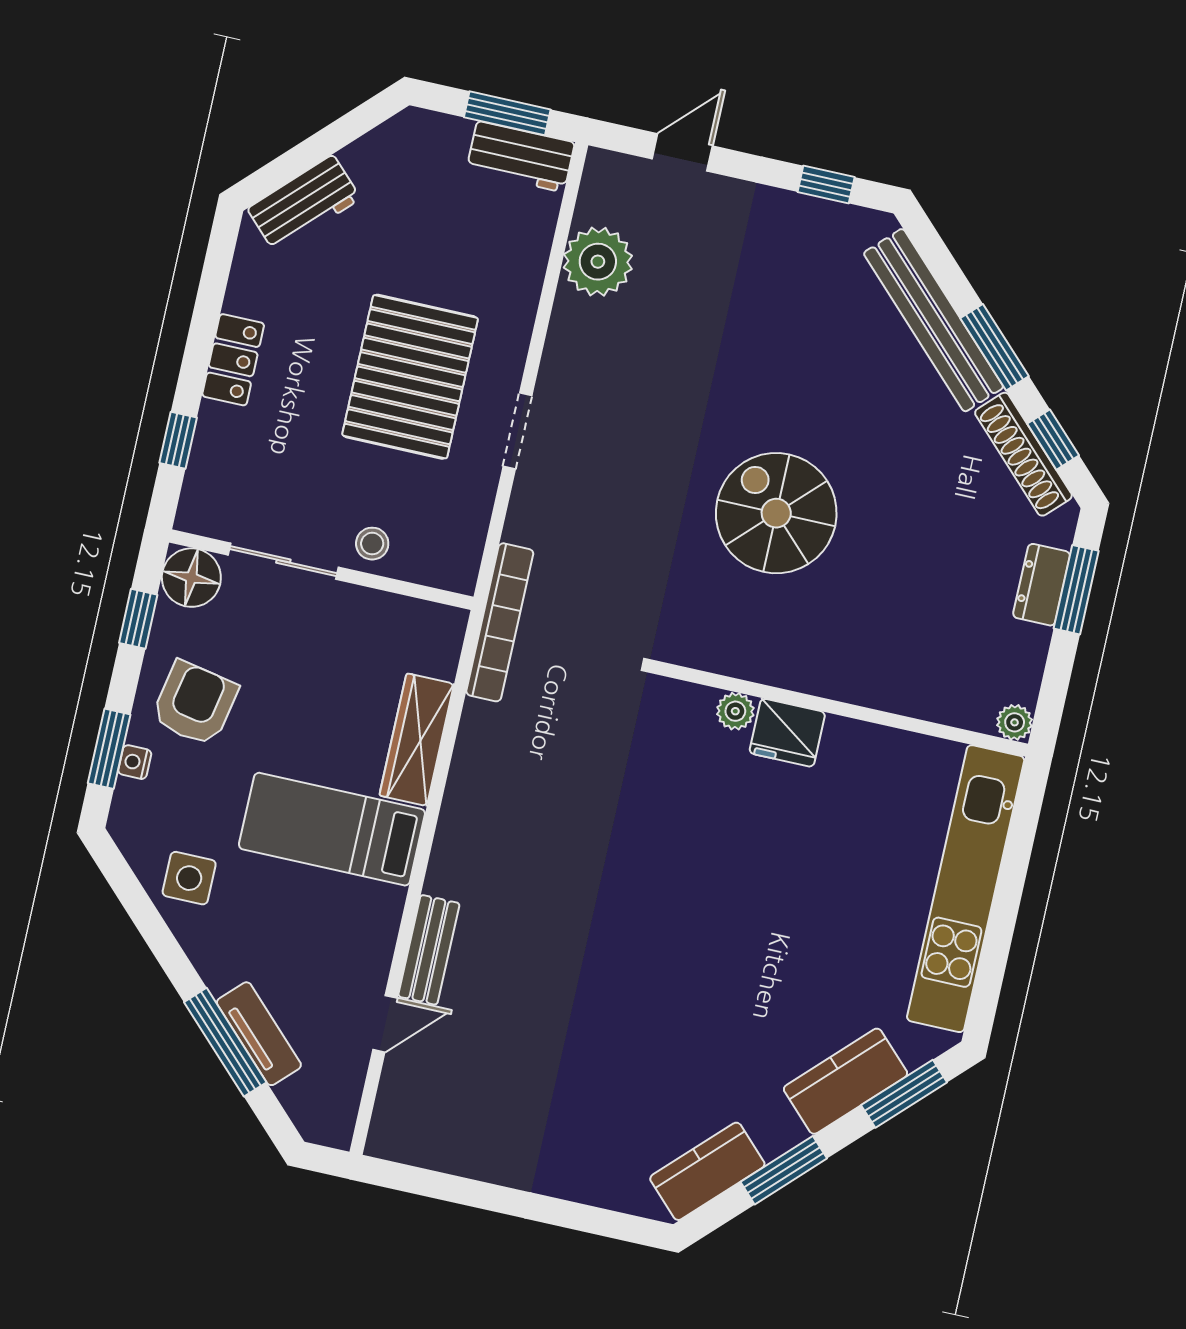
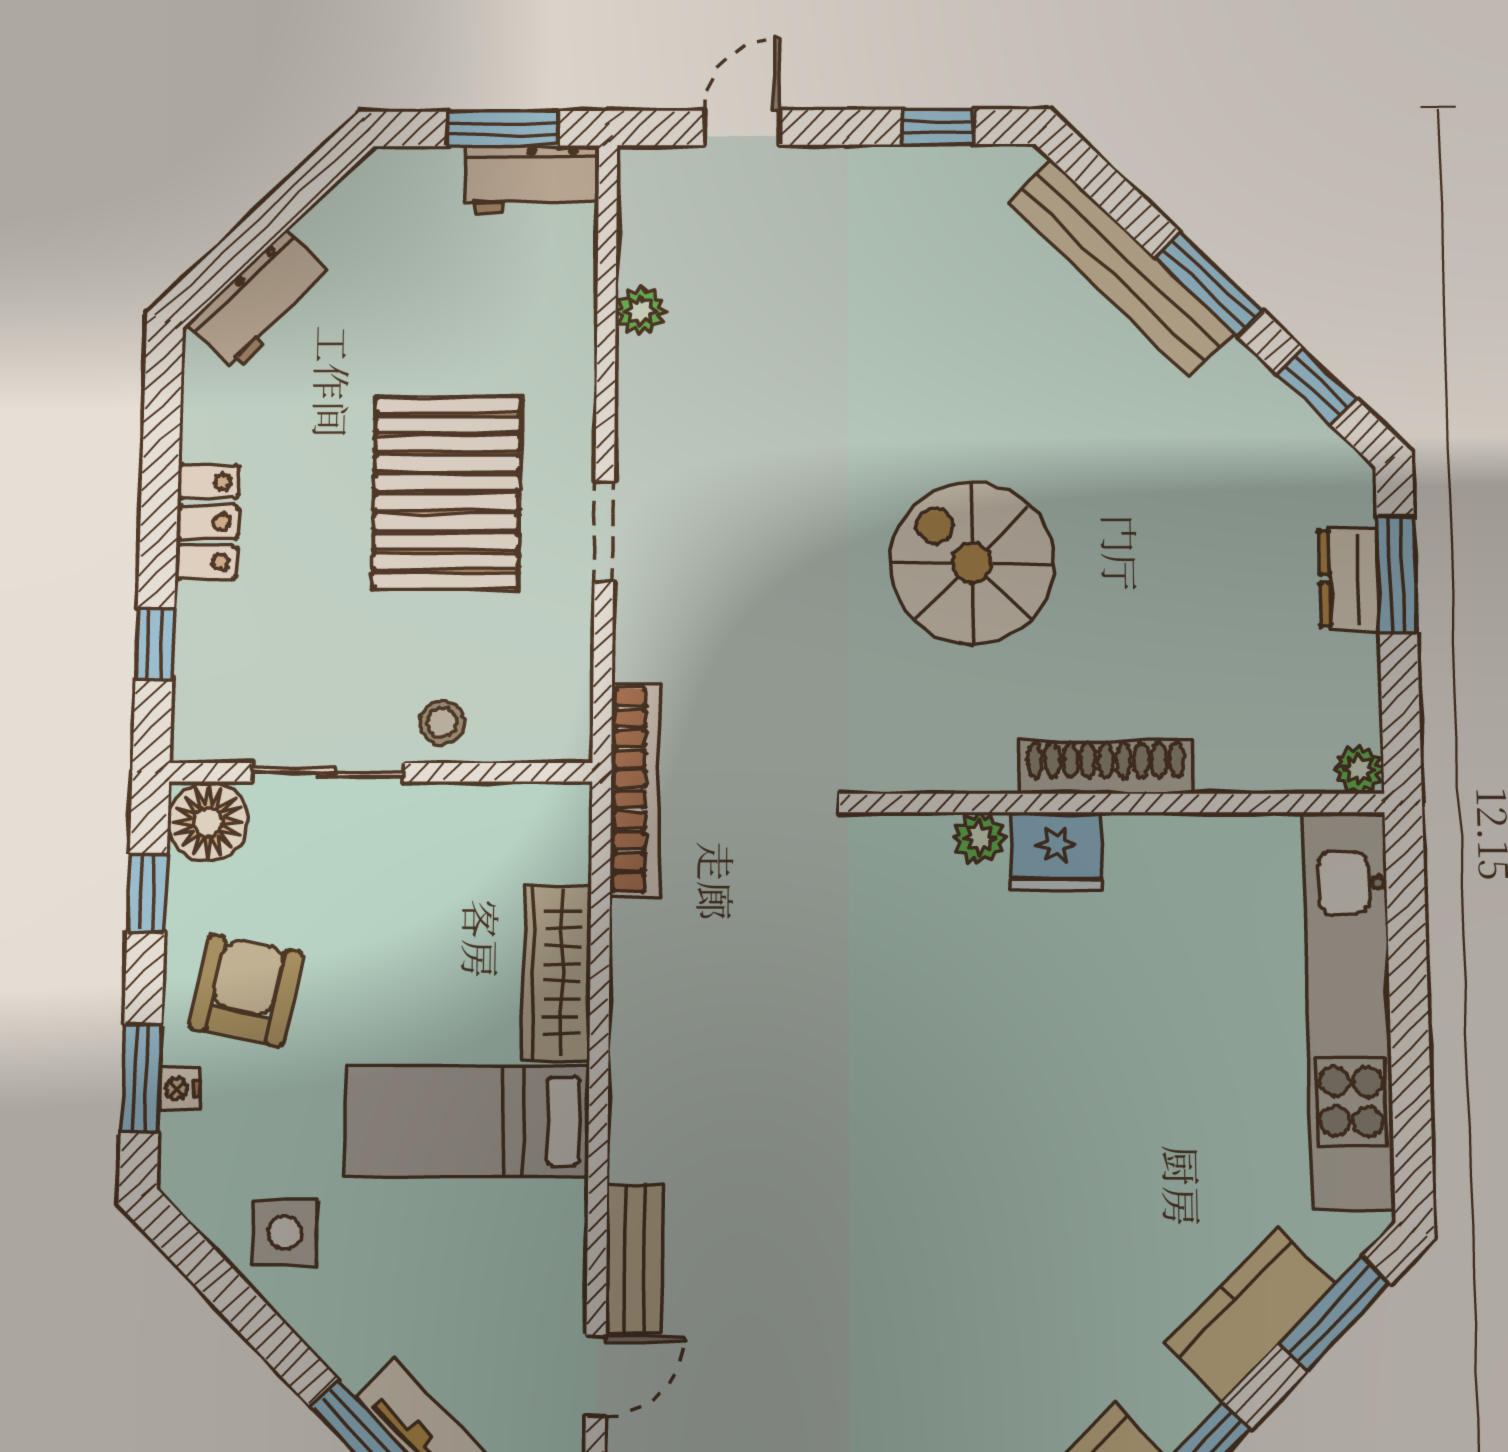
plant: (598, 262) -> (640, 311), width x0.53, depth x0.53
shoe rack: (1023, 454) -> (1106, 767), moved, turned 135

